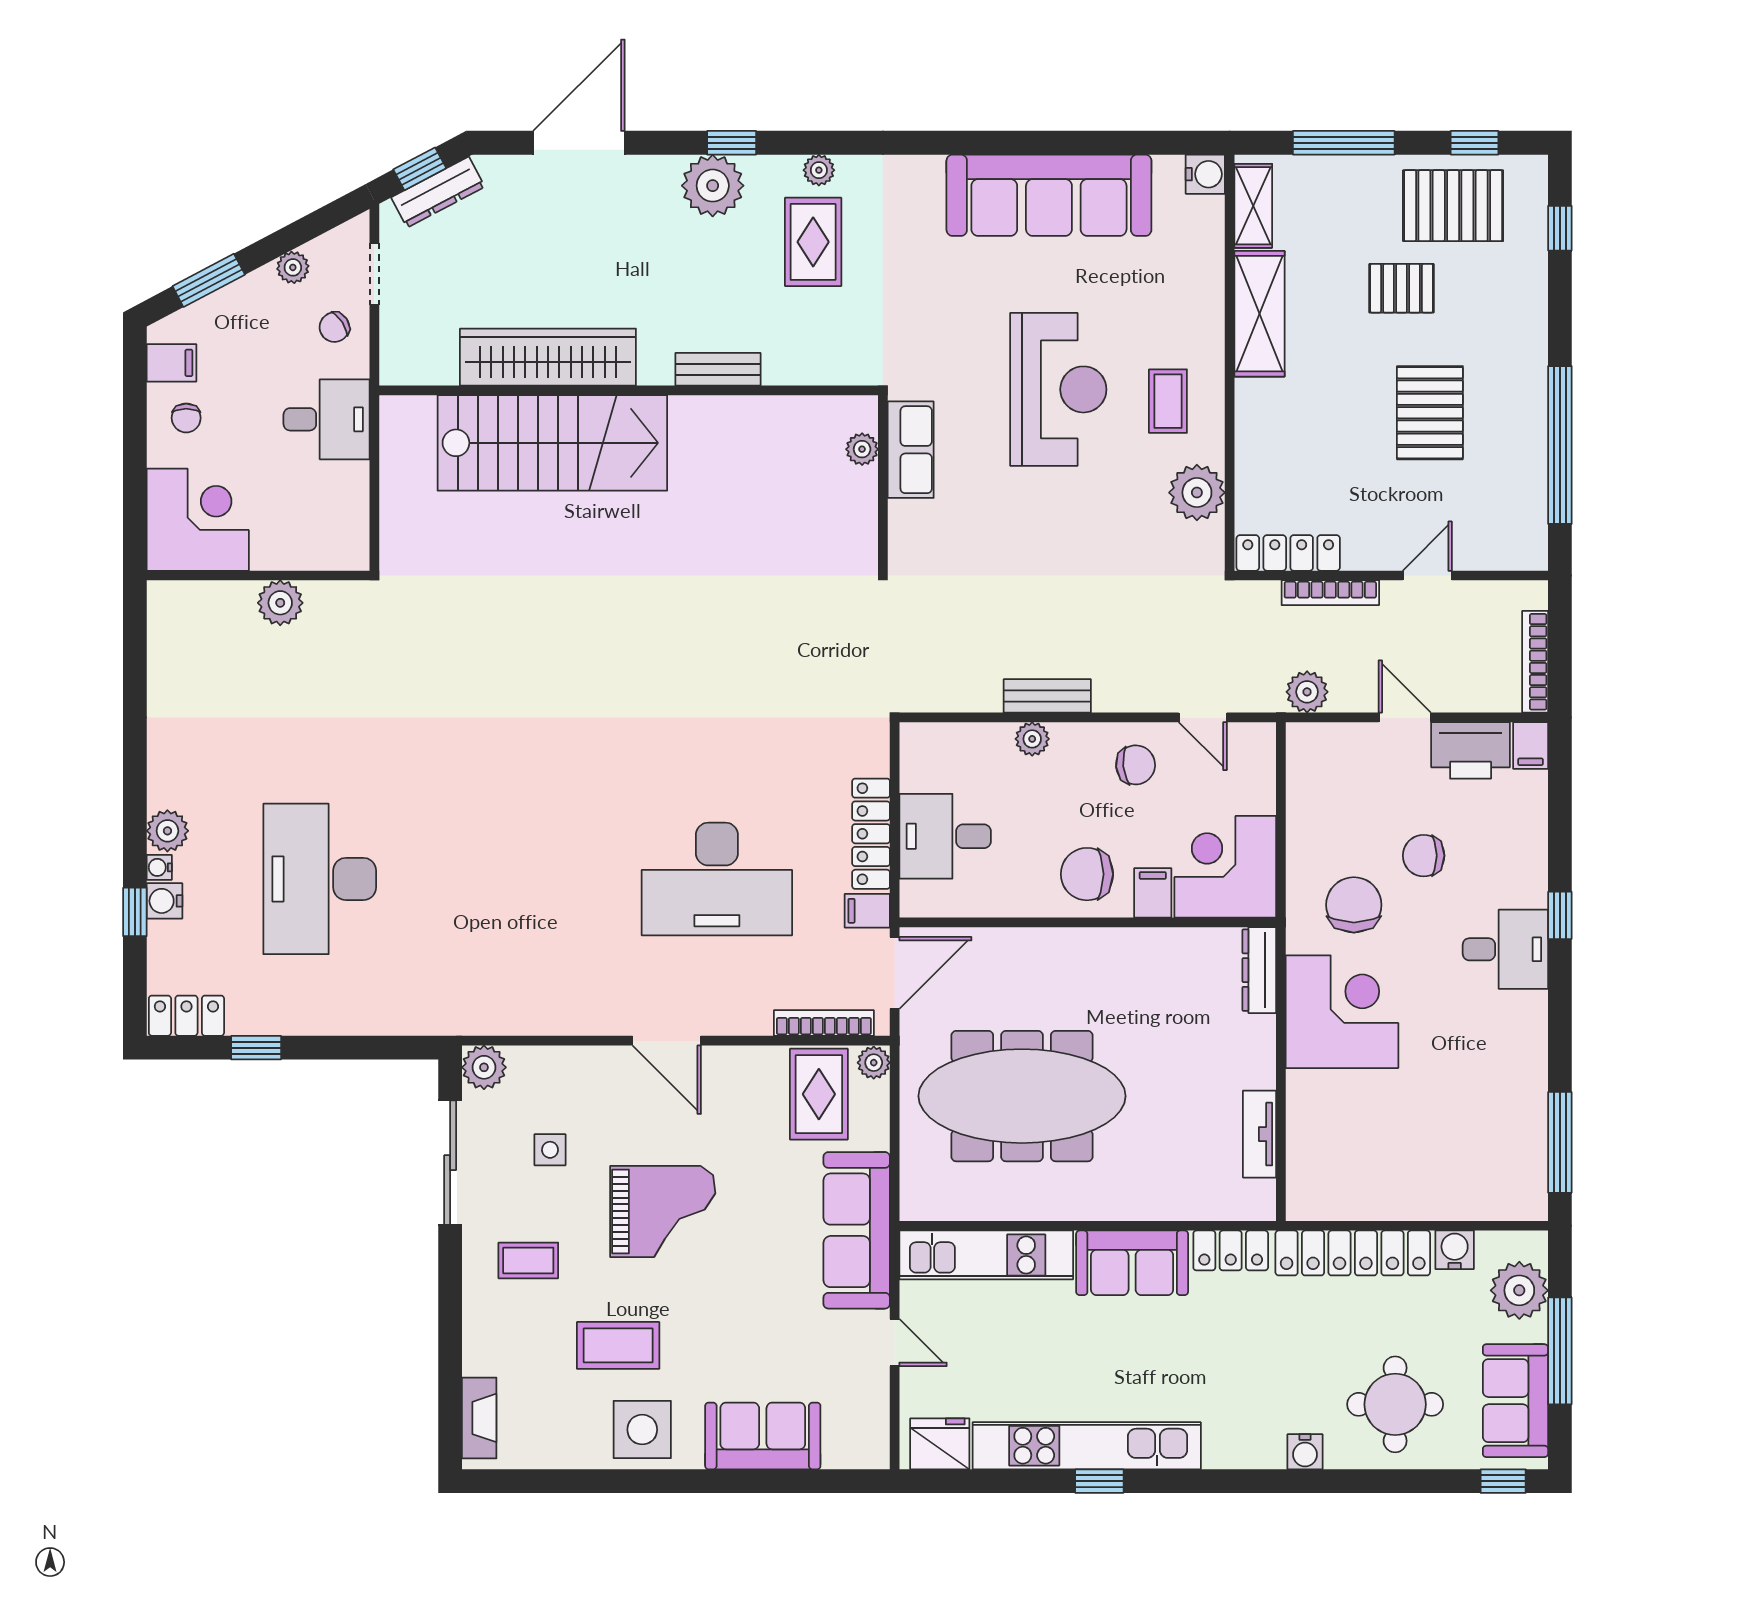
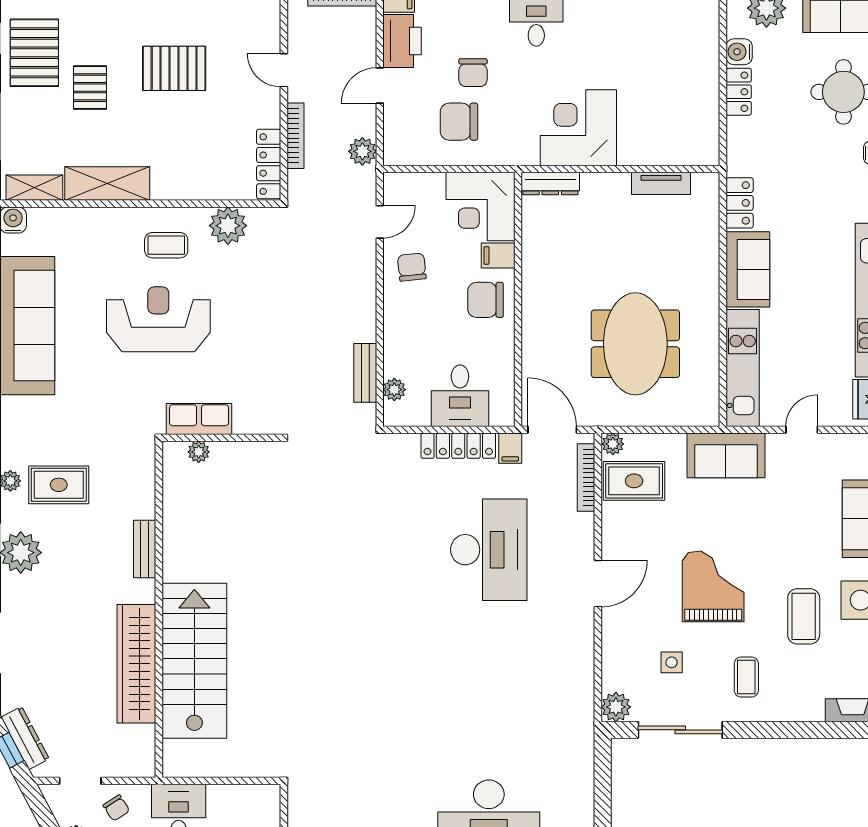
bench: (1047, 696) -> (365, 373), moved
plant: (1032, 739) -> (394, 390), moved
chair: (1087, 874) -> (486, 300), turned 90
chair: (1354, 905) -> (459, 122), moved
meeting table: (1022, 1096) -> (635, 344), width x0.73
sofa: (857, 1230) -> (726, 455), width x0.73
locker: (1353, 1253) -> (739, 92), width x0.46, depth x0.83

